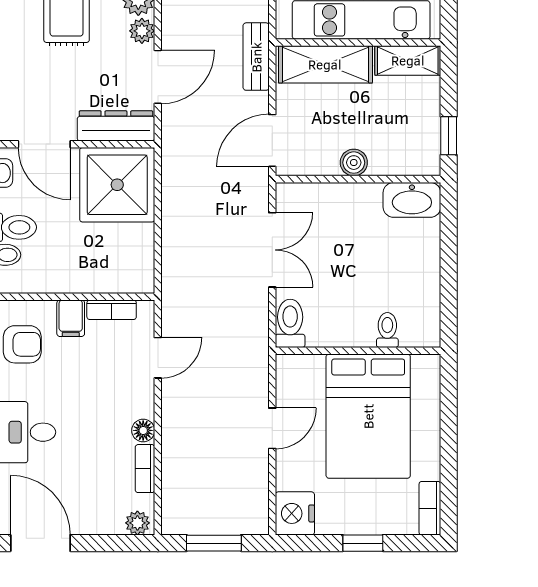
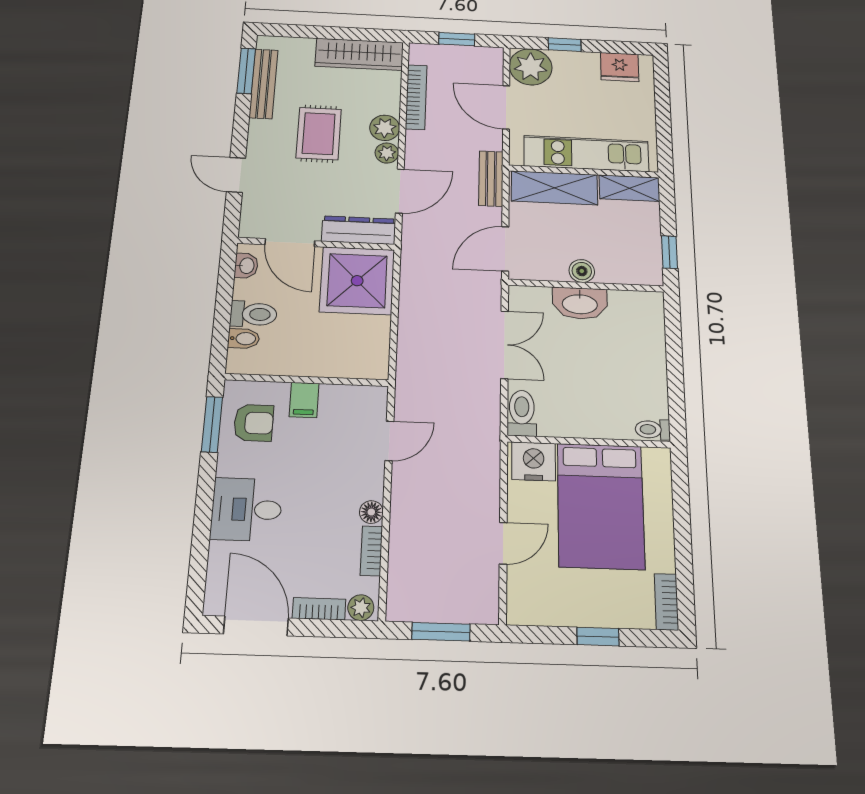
washbasin: (412, 200) -> (580, 303), moved
bookcase: (112, 310) -> (319, 609), moved, turned 180
toilet: (387, 330) -> (653, 430), moved, turned -90
door: (272, 428) -> (503, 543), moved
nightstand: (295, 513) -> (534, 461), moved, turned 90

